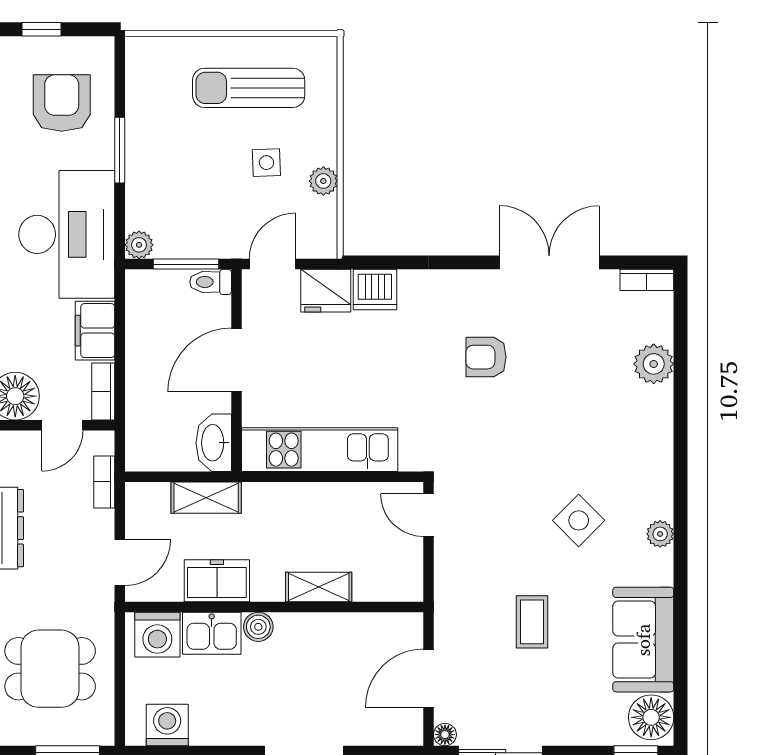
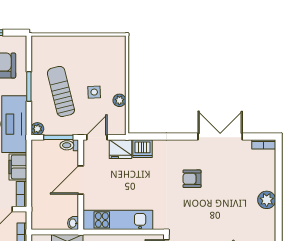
sun lounger: (249, 88) -> (61, 91), moved, turned 76
plant: (654, 364) -> (267, 200), moved
washbasin: (214, 443) -> (73, 223), width x0.52, depth x0.69

